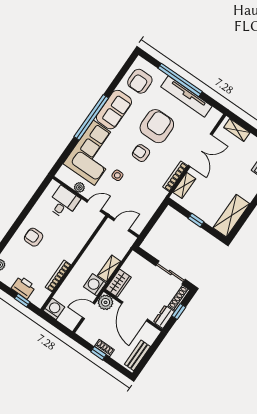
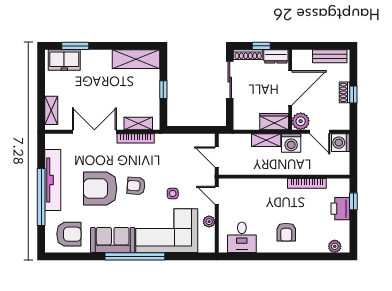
armchair: (141, 153) -> (136, 186), turned 94
desk: (63, 203) -> (242, 237), moved, turned -90
washing machine: (54, 309) -> (341, 143), moved

